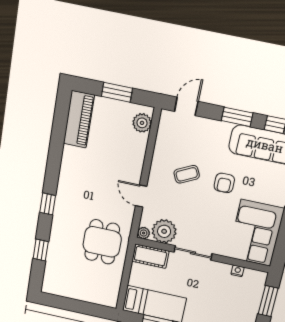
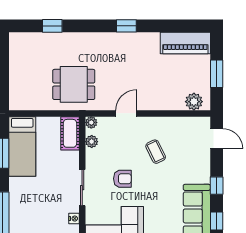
window: (237, 117) -> (217, 186), width x0.67
armchair: (224, 183) -> (122, 179), moved, turned 180
window: (48, 204) -> (126, 26), moved
plant: (164, 231) -> (92, 142), width x0.53, depth x0.53
sliding door: (193, 253) -> (82, 188), moved

